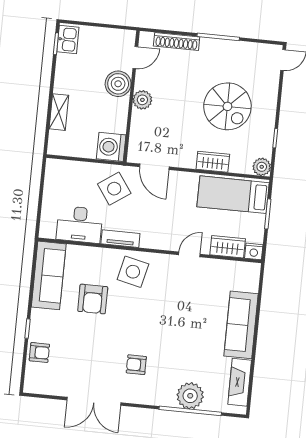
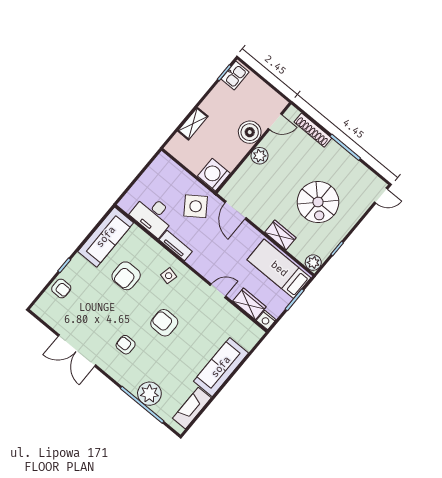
side table: (133, 272) -> (169, 276), width x0.54, depth x0.54
armchair: (159, 319) -> (164, 323), added

